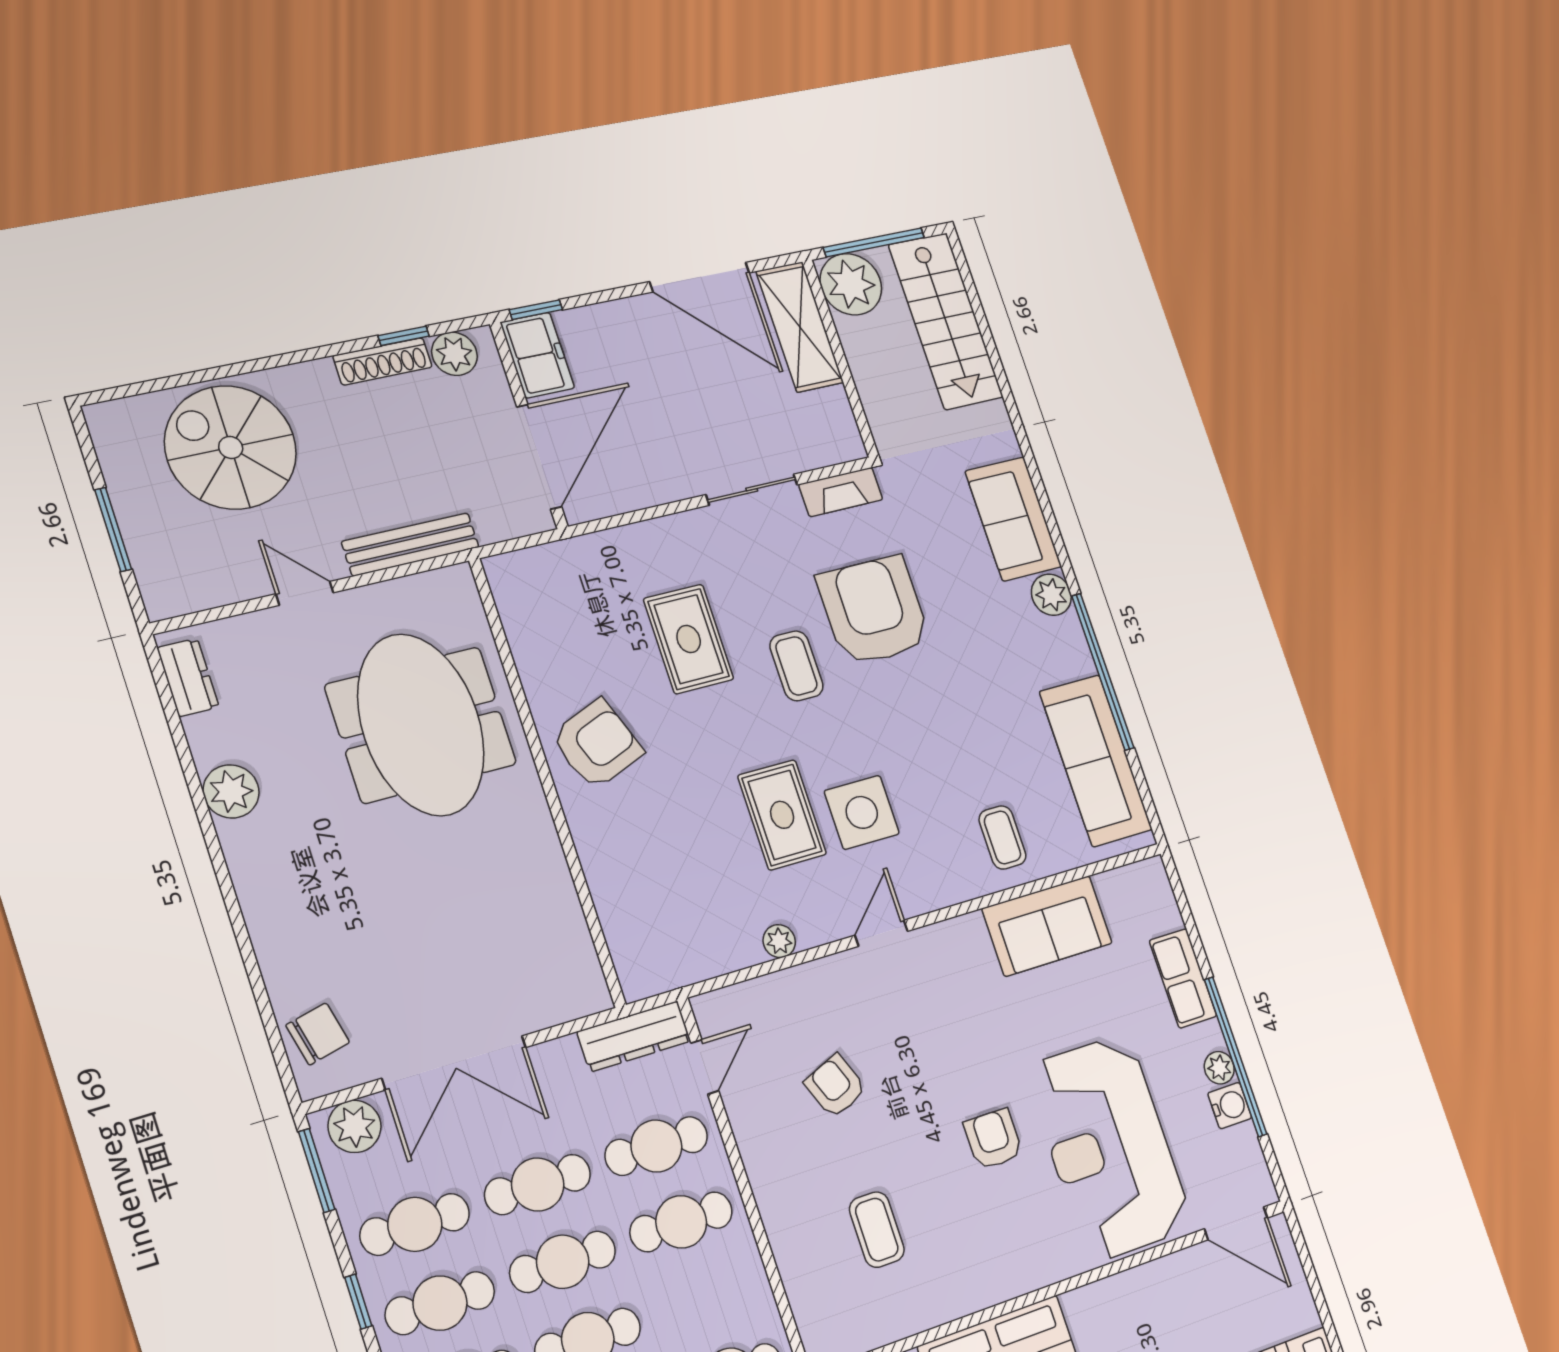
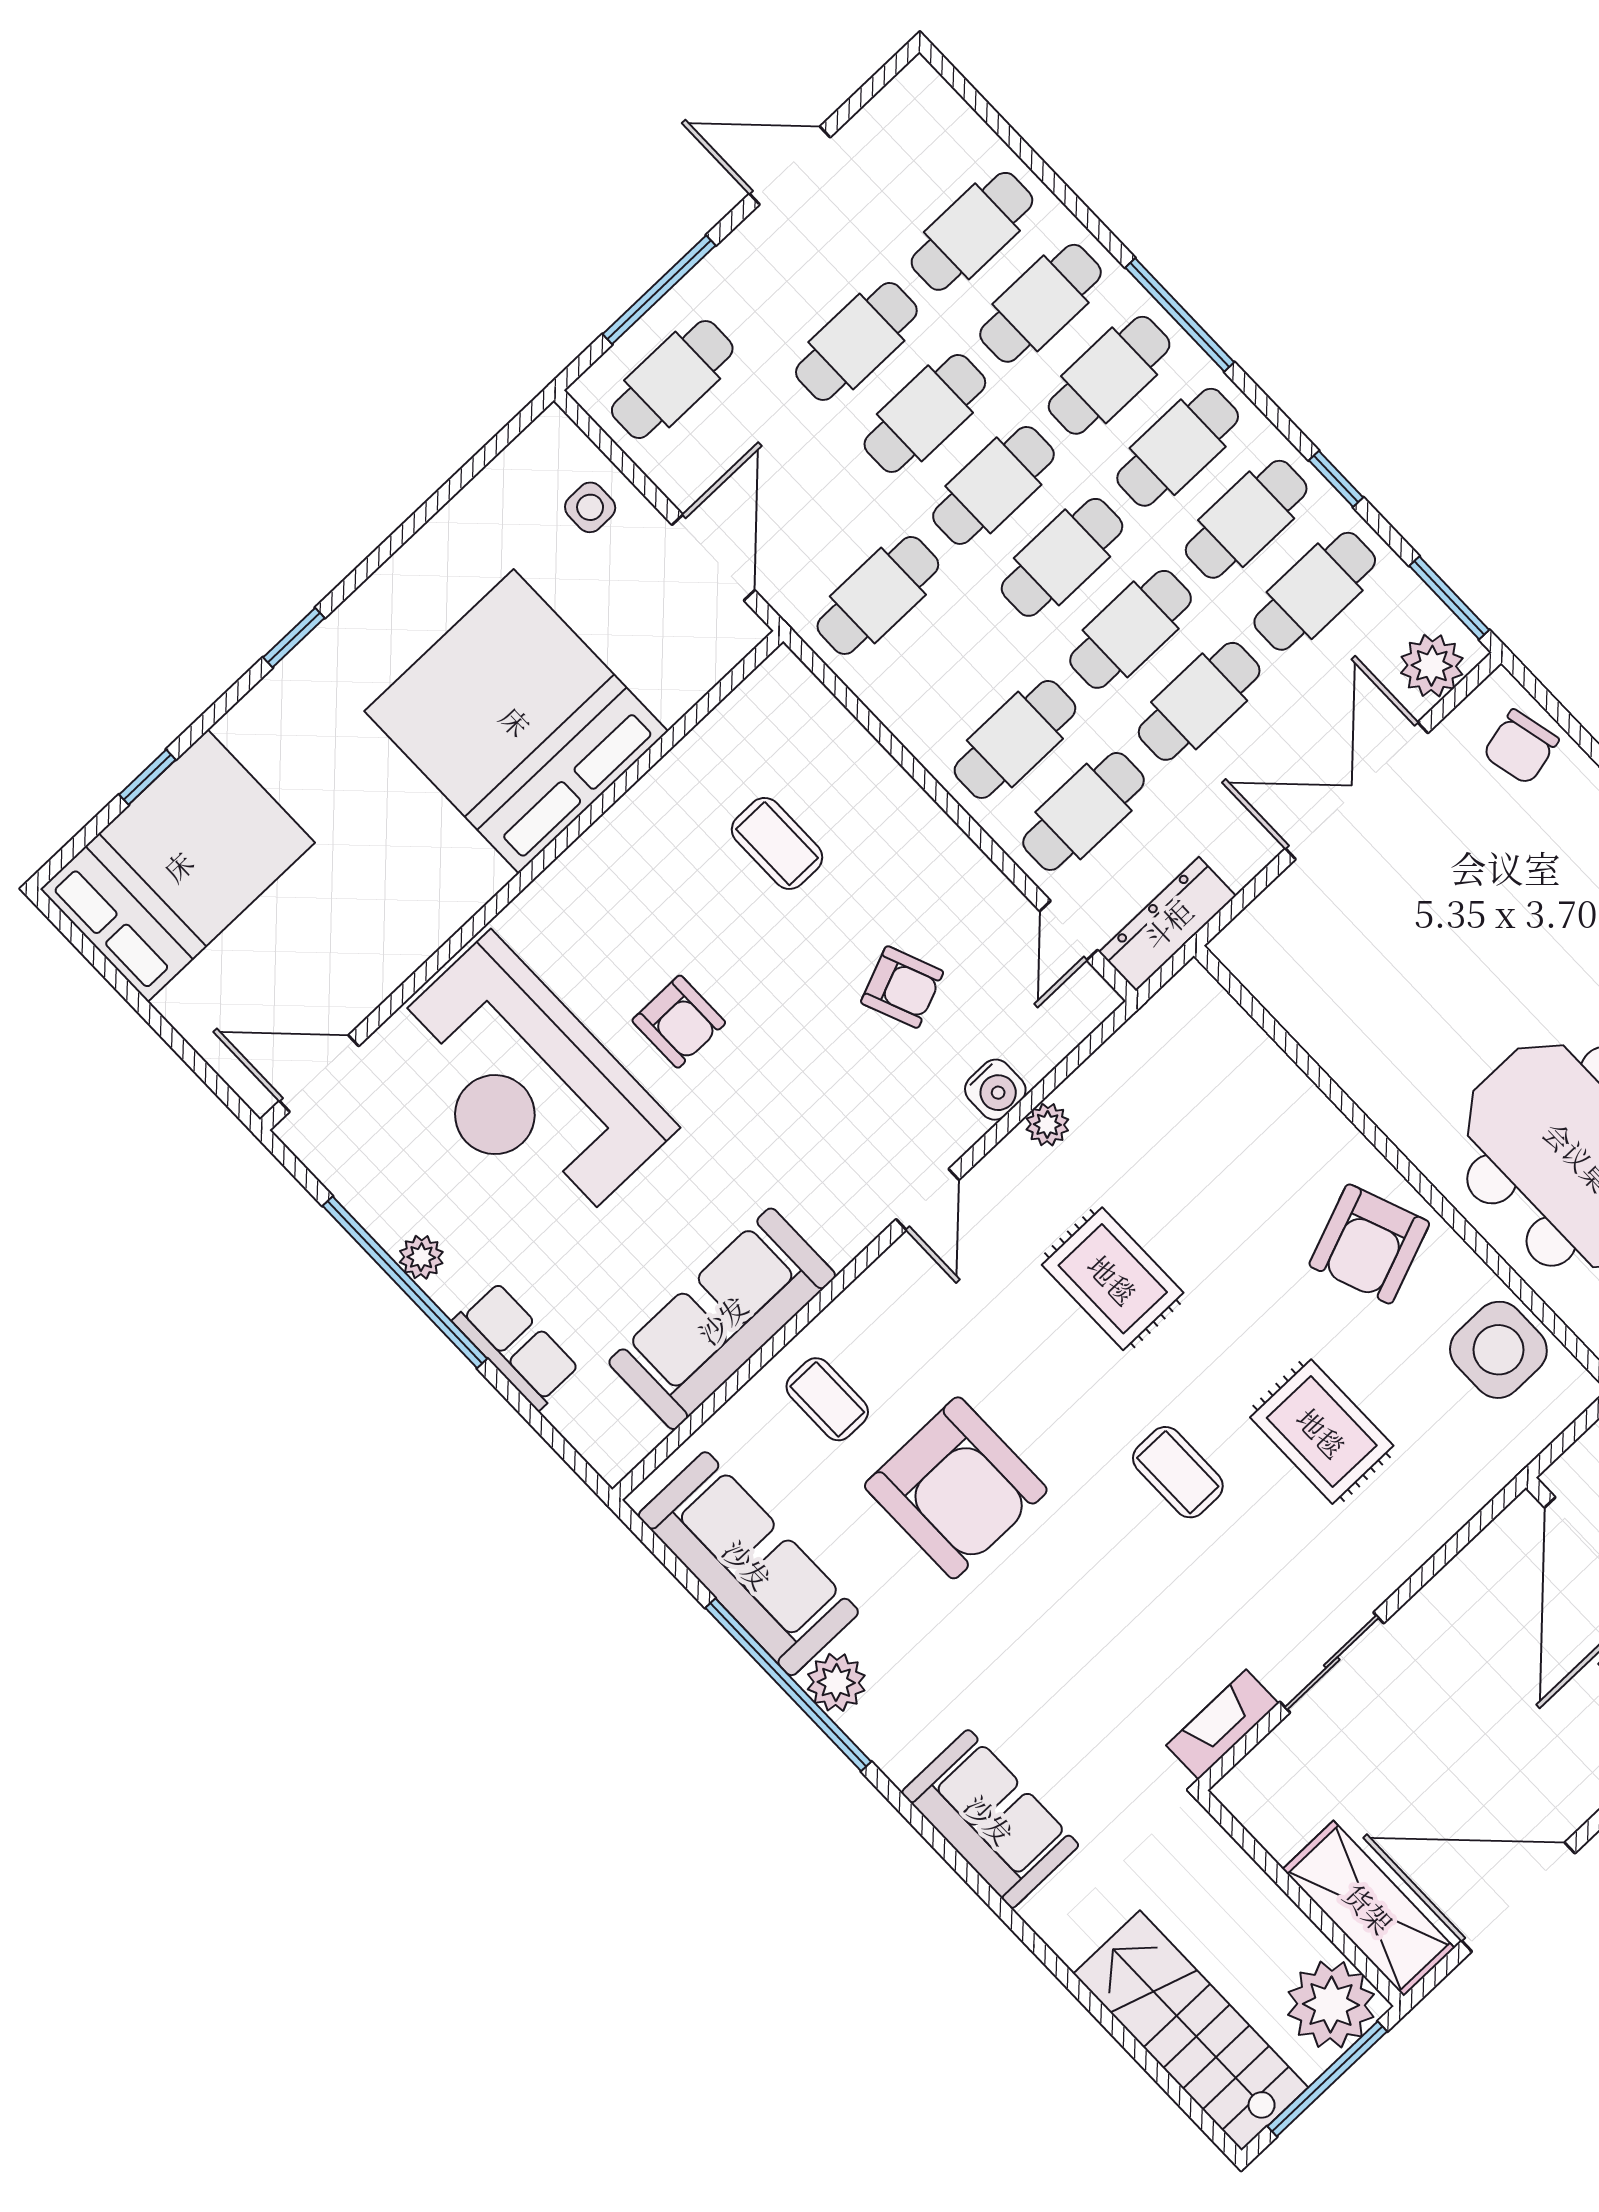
plant: (1051, 595) -> (836, 1682), moved
armchair: (874, 611) -> (956, 1488), moved
side table: (862, 812) -> (1498, 1350), moved
sofa: (1047, 926) -> (722, 1319), width x1.36
water cooler: (1230, 1106) -> (995, 1090), moved, turned -90
reception desk: (1109, 1147) -> (526, 1085), turned 180

